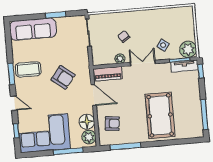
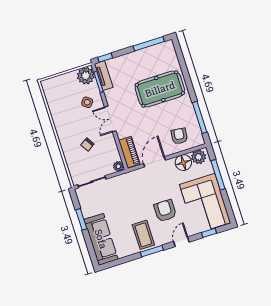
plant: (120, 59) -> (118, 166), moved
armchair: (63, 77) -> (165, 211), moved, turned -38

